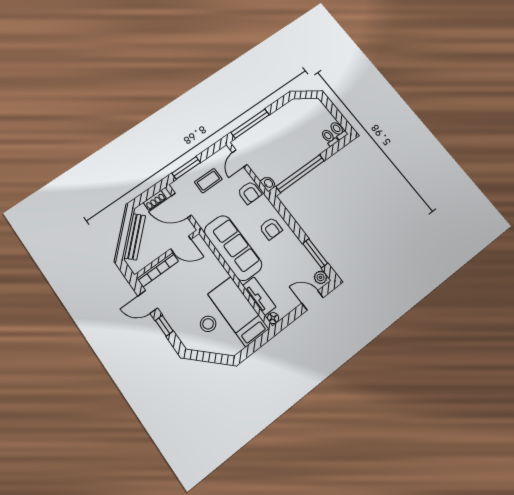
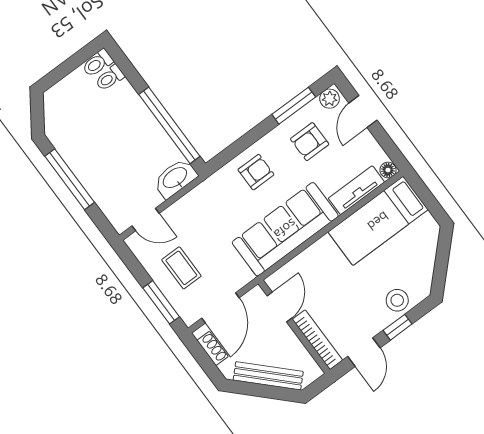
window: (250, 124) -> (70, 179), moved
washbasin: (268, 184) -> (175, 178), width x1.91, depth x1.45
armchair: (250, 193) -> (310, 142), moved, turned 180
stool: (208, 324) -> (397, 300), moved

